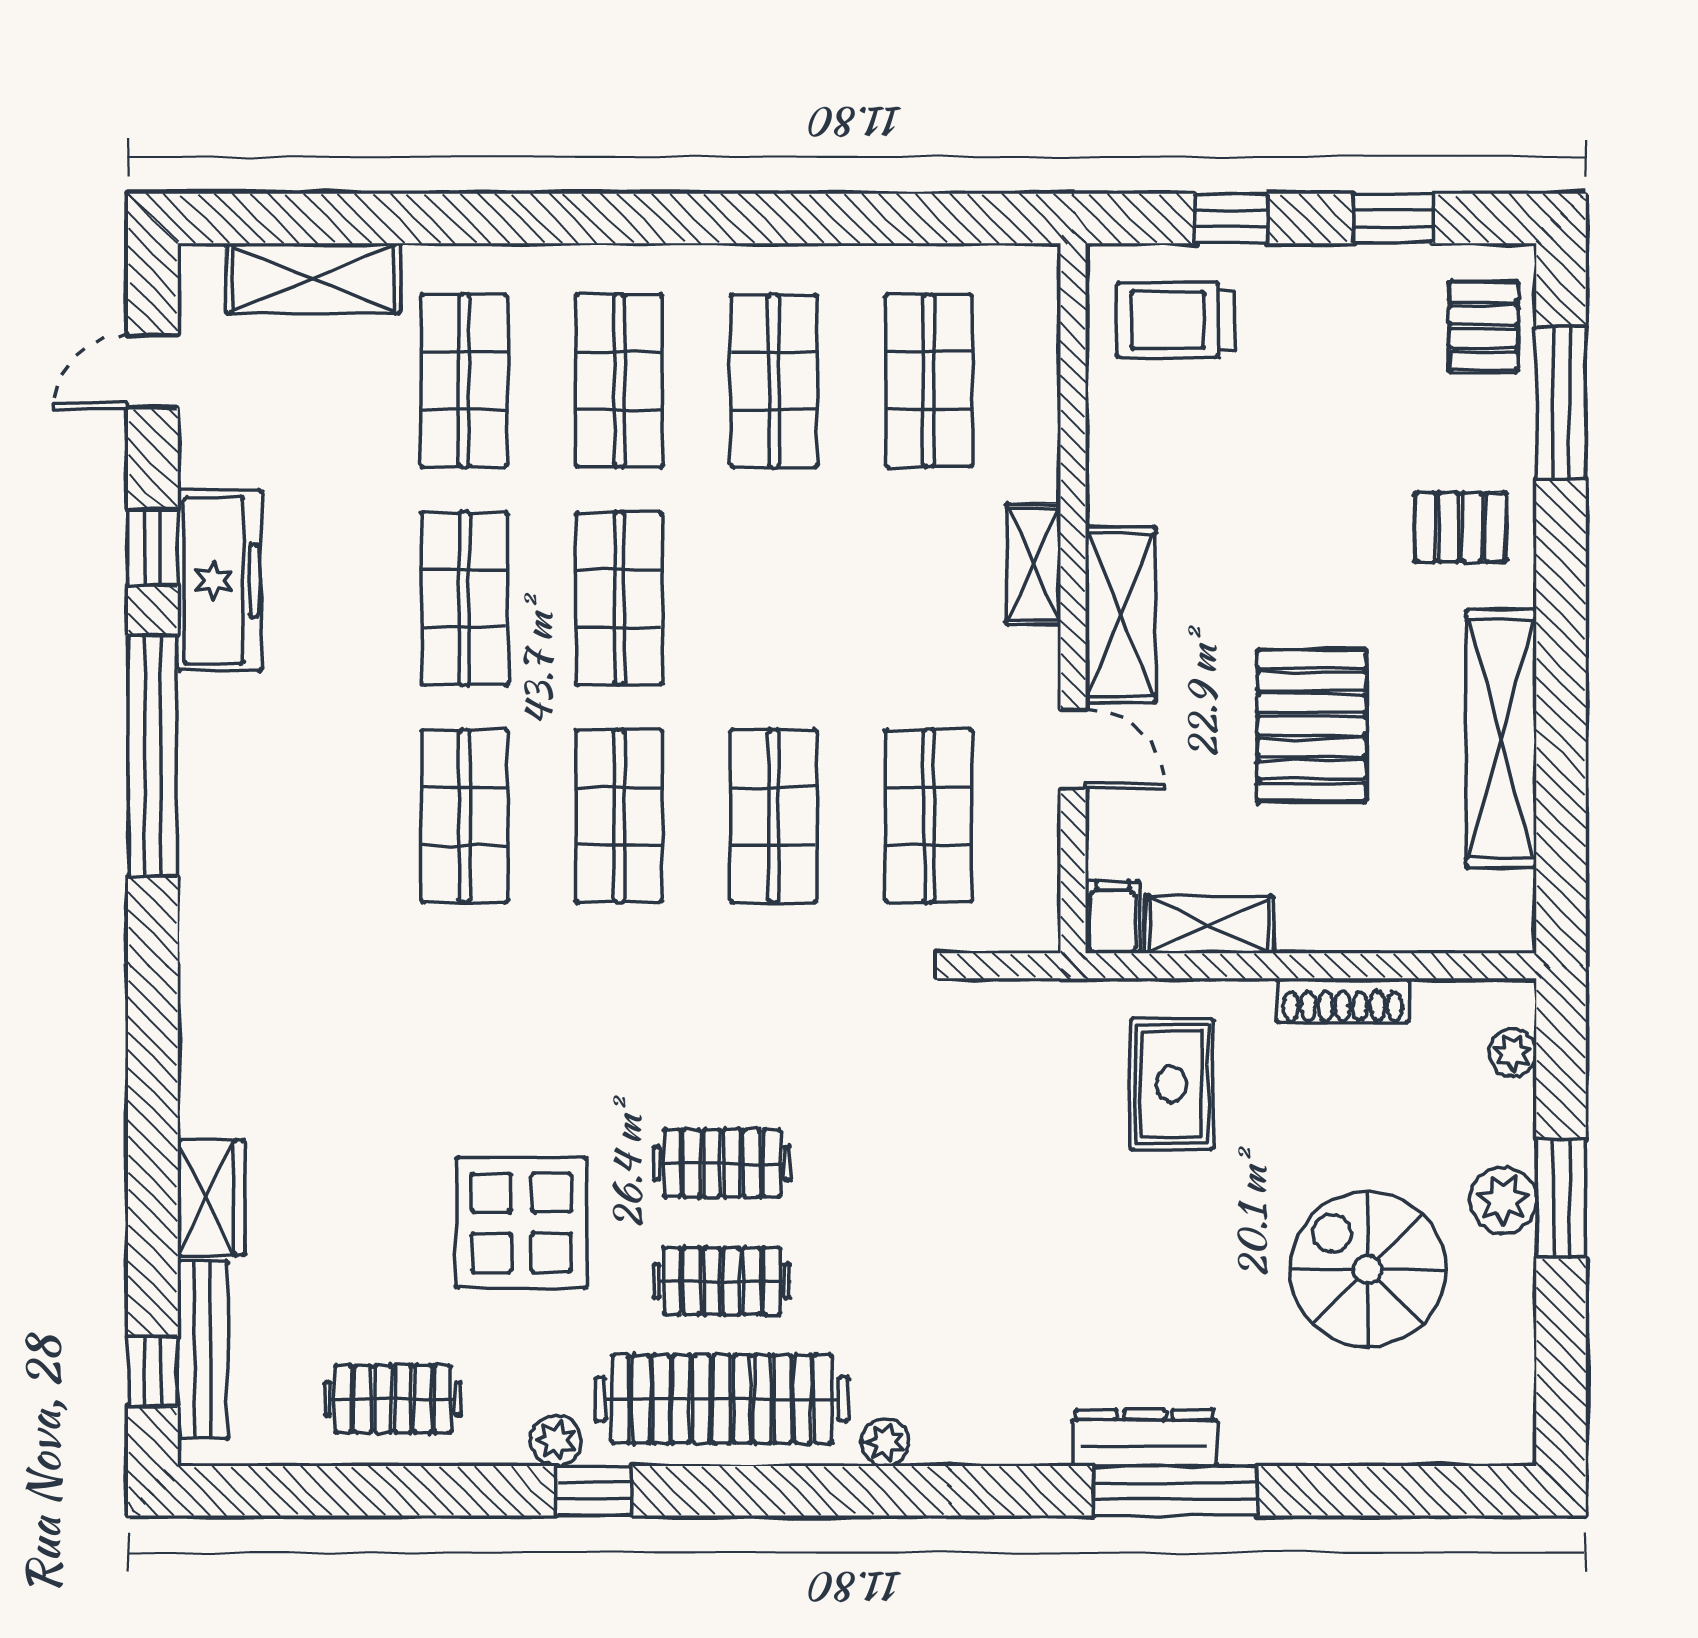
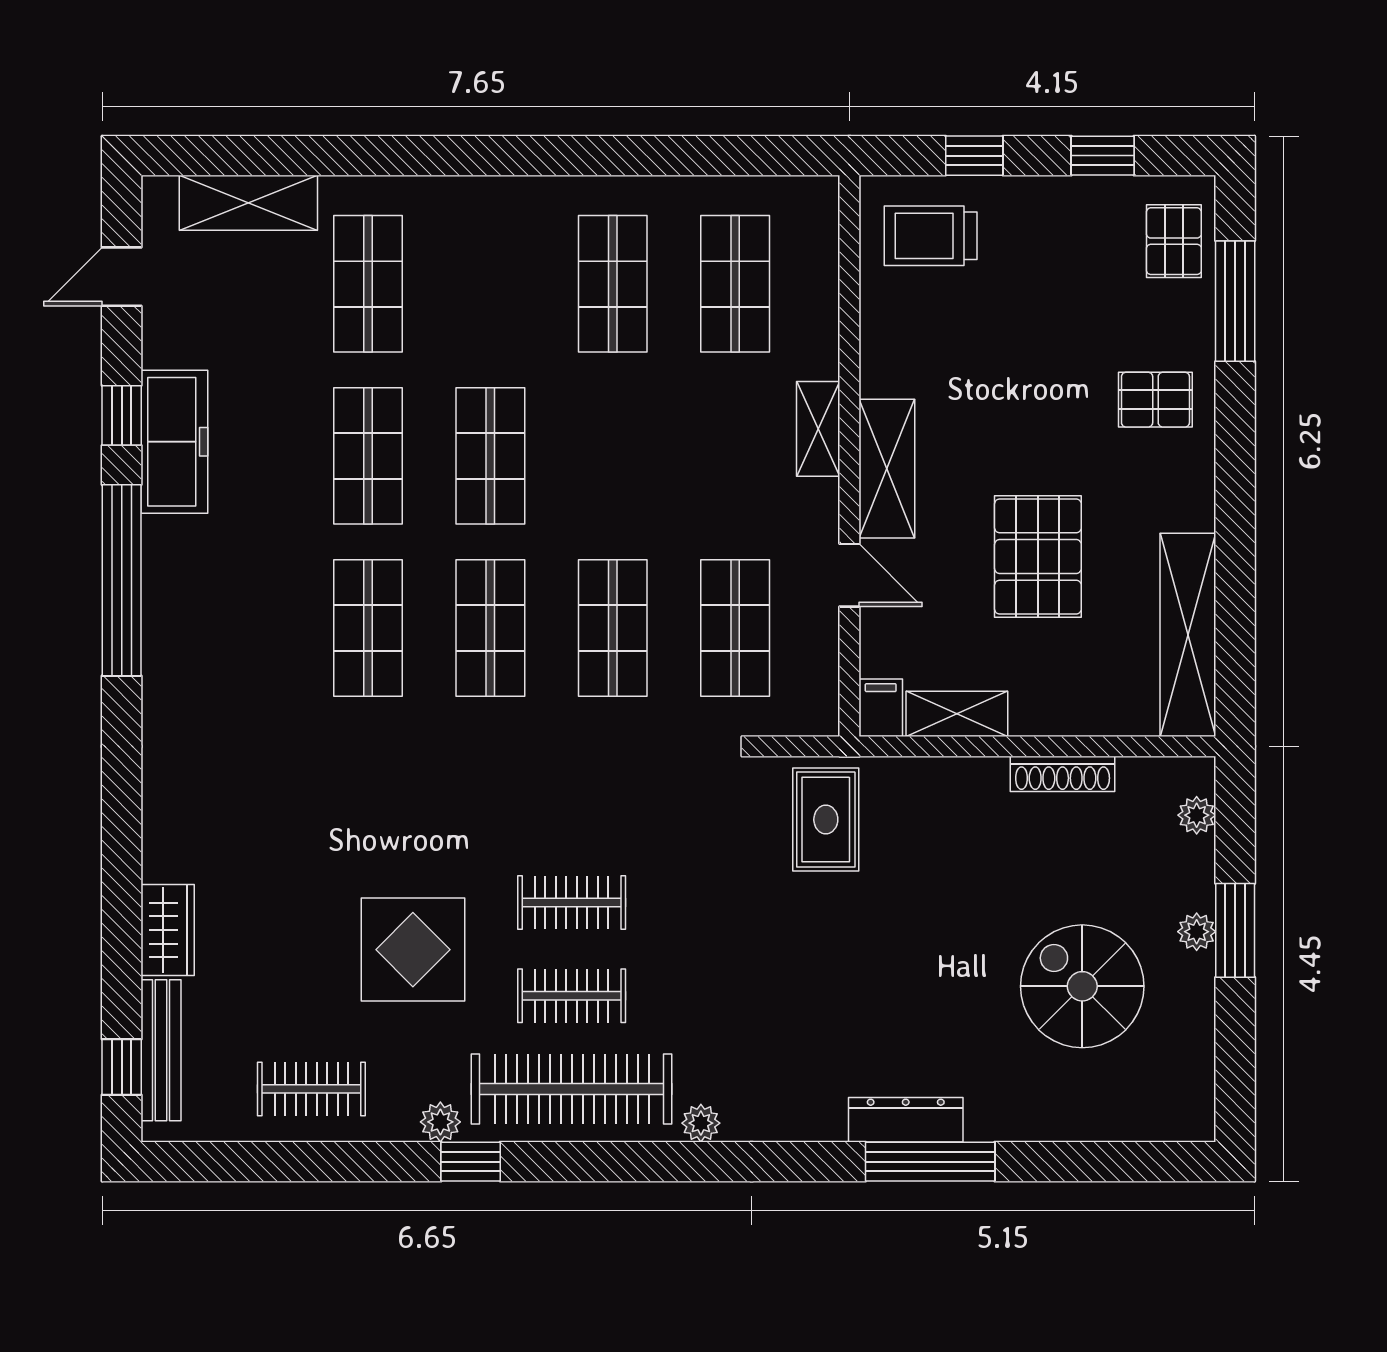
shop shelf: (619, 381) -> (490, 284), removed
shelving: (1501, 738) -> (1188, 635), moved
rug: (1171, 1084) -> (826, 820), moved
plant: (1503, 1200) -> (1197, 932), width x0.73, depth x0.73

